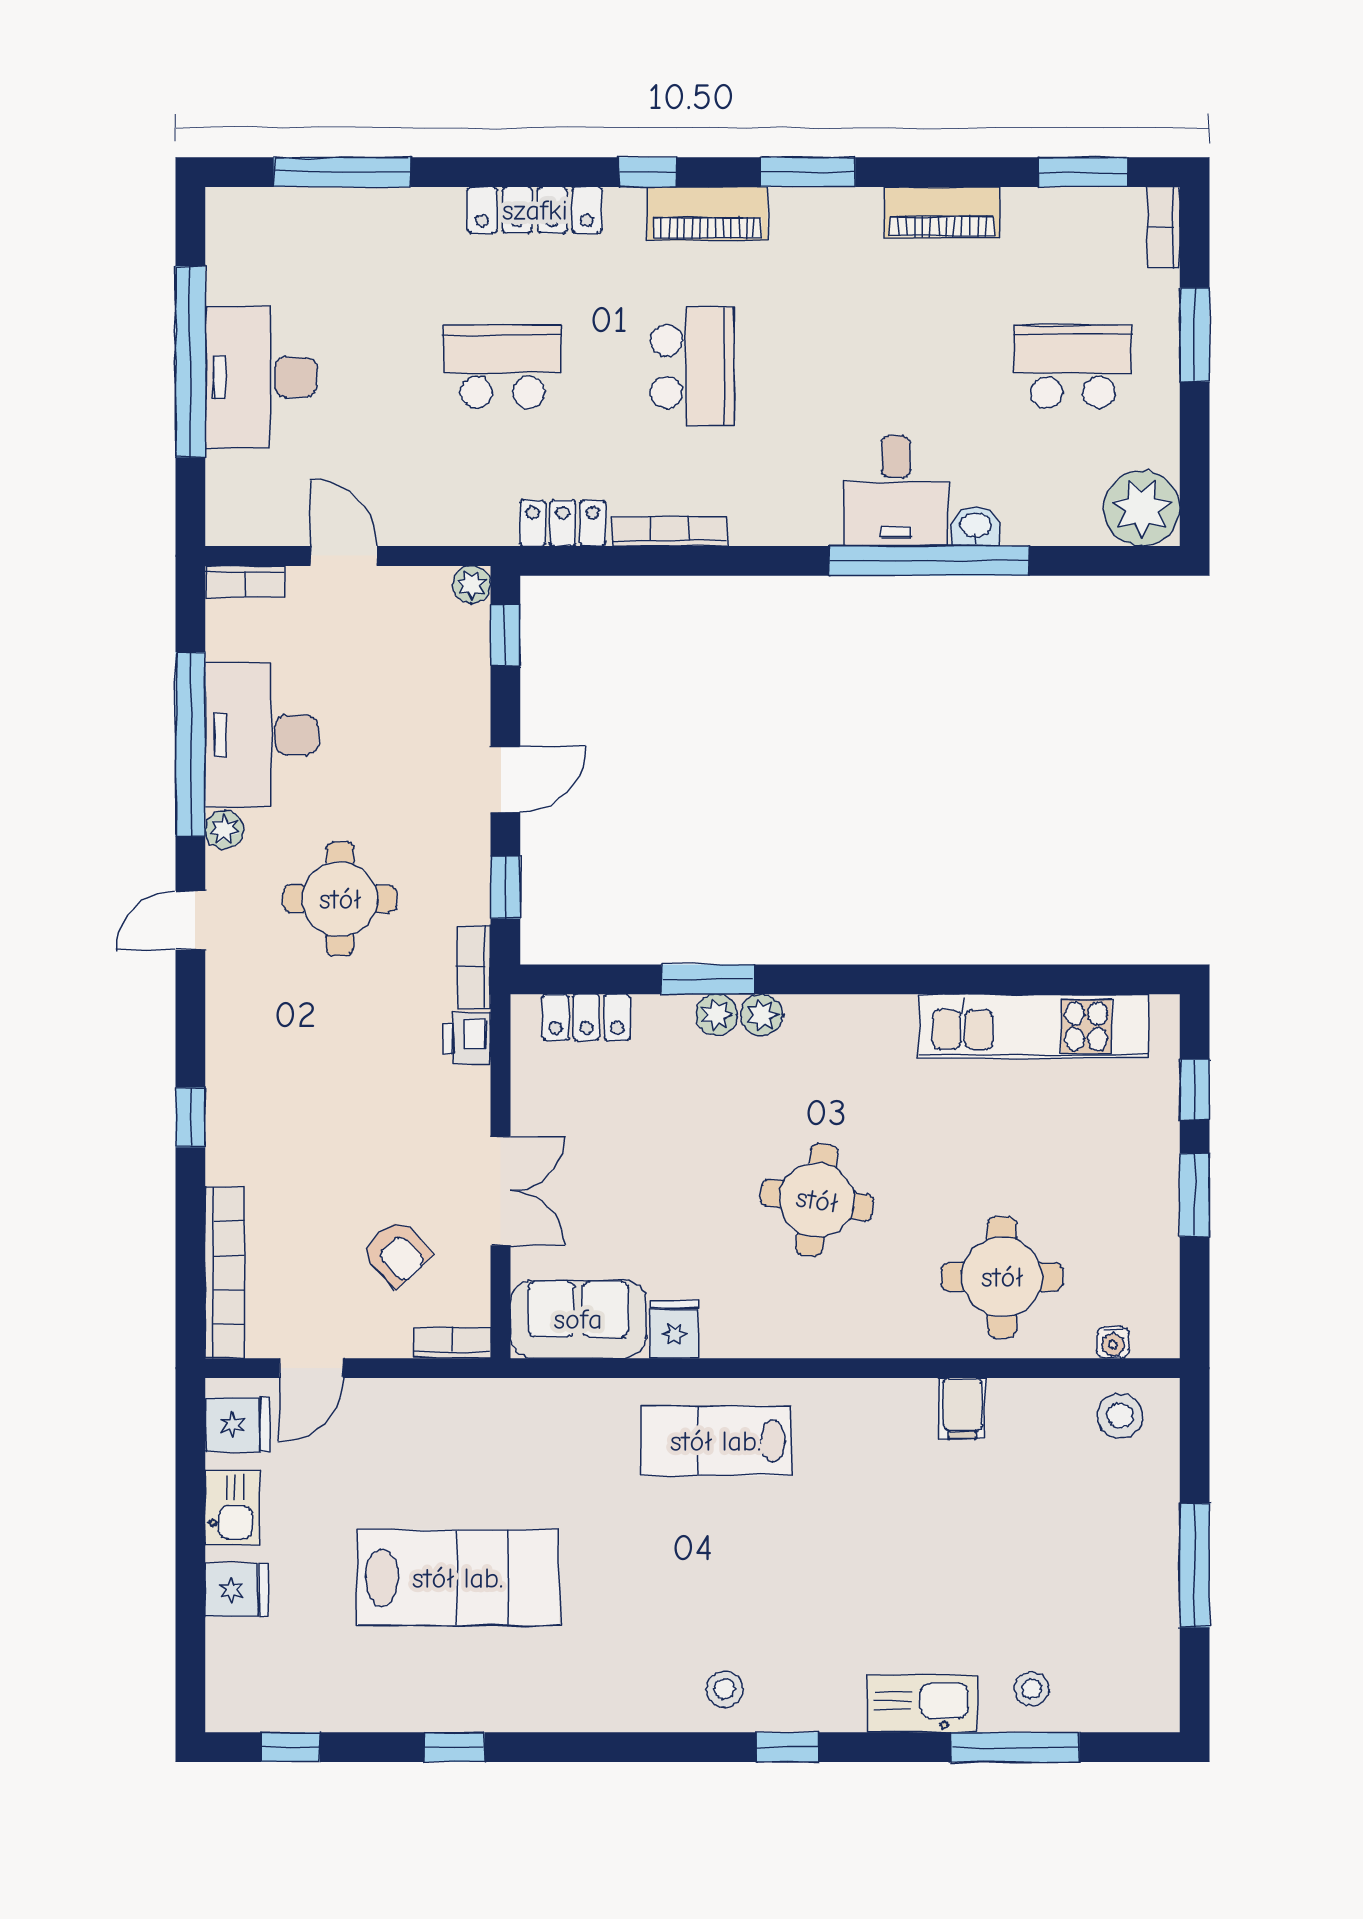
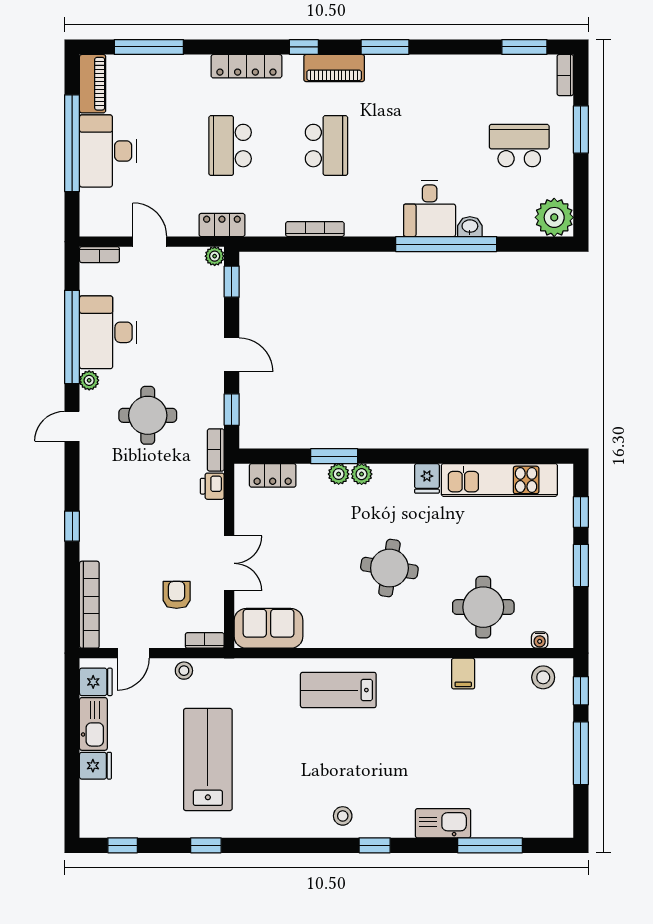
piano: (942, 213) -> (93, 84), moved, turned -90
school desk: (502, 366) -> (230, 146), turned -90
locker: (563, 523) -> (222, 225), moved
door: (505, 779) -> (232, 355), hinge flipped
armchair: (397, 1253) -> (177, 595), turned -137
fridge: (674, 1329) -> (427, 478), moved, turned 180
window: (1195, 1442) -> (581, 691), added
kitchen sink: (233, 1508) -> (93, 724), width x1.38
lab bench: (458, 1578) -> (208, 760), turned -90
stool: (1032, 1689) -> (184, 671), moved

